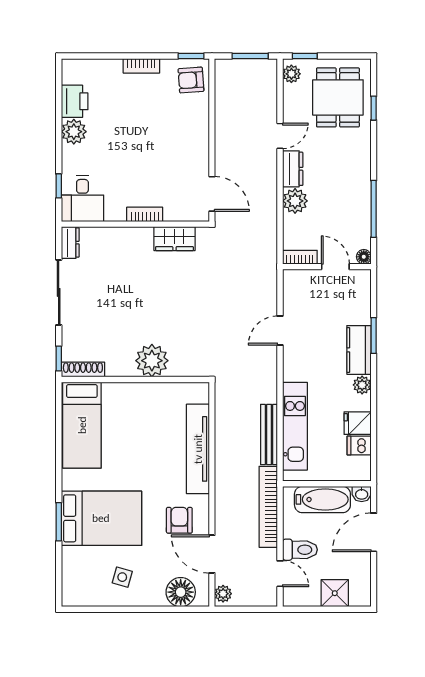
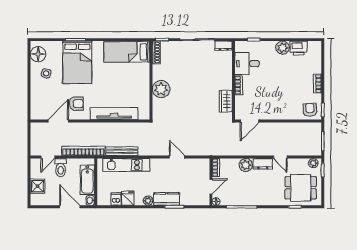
desk: (82, 199) -> (247, 64), moved
floor lamp: (181, 592) -> (38, 54), moved
plant: (223, 594) -> (37, 127), removed

